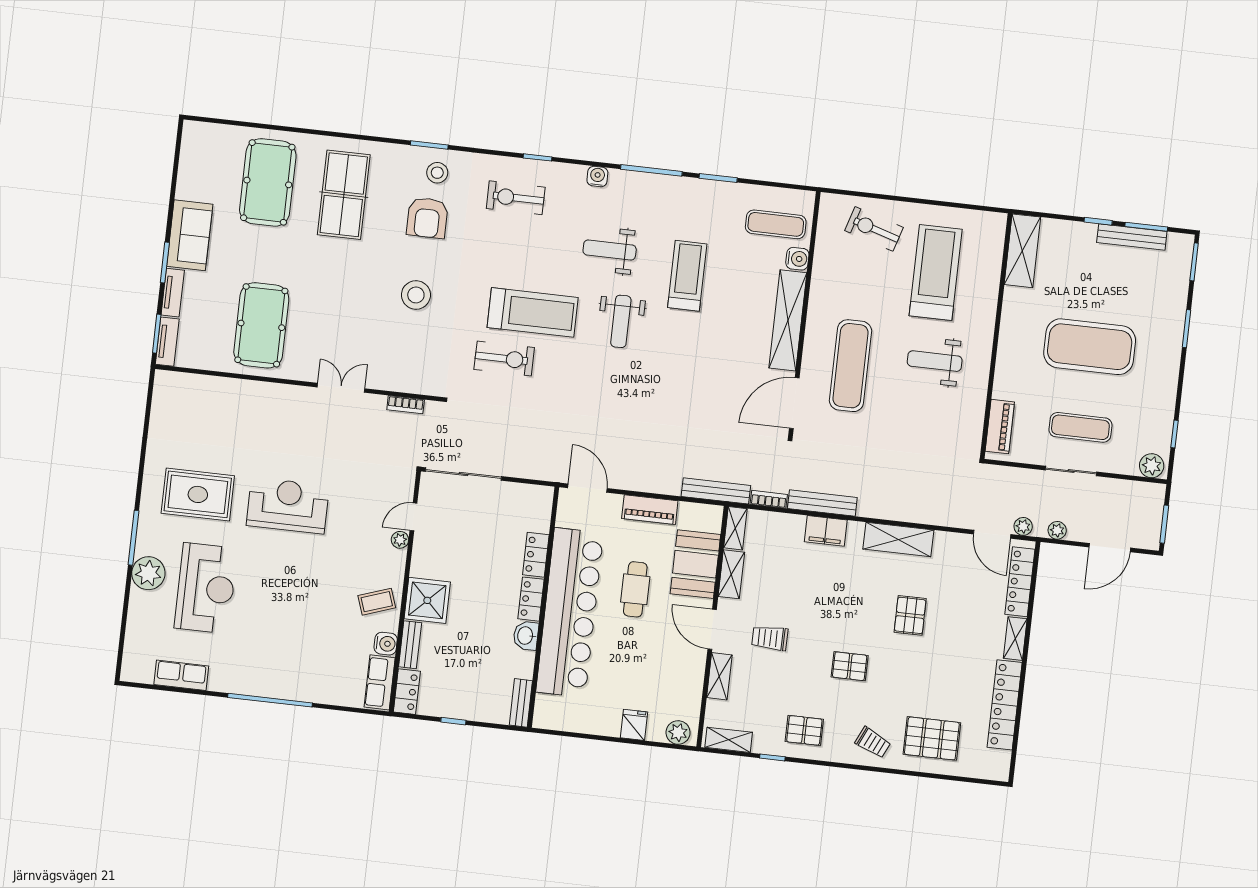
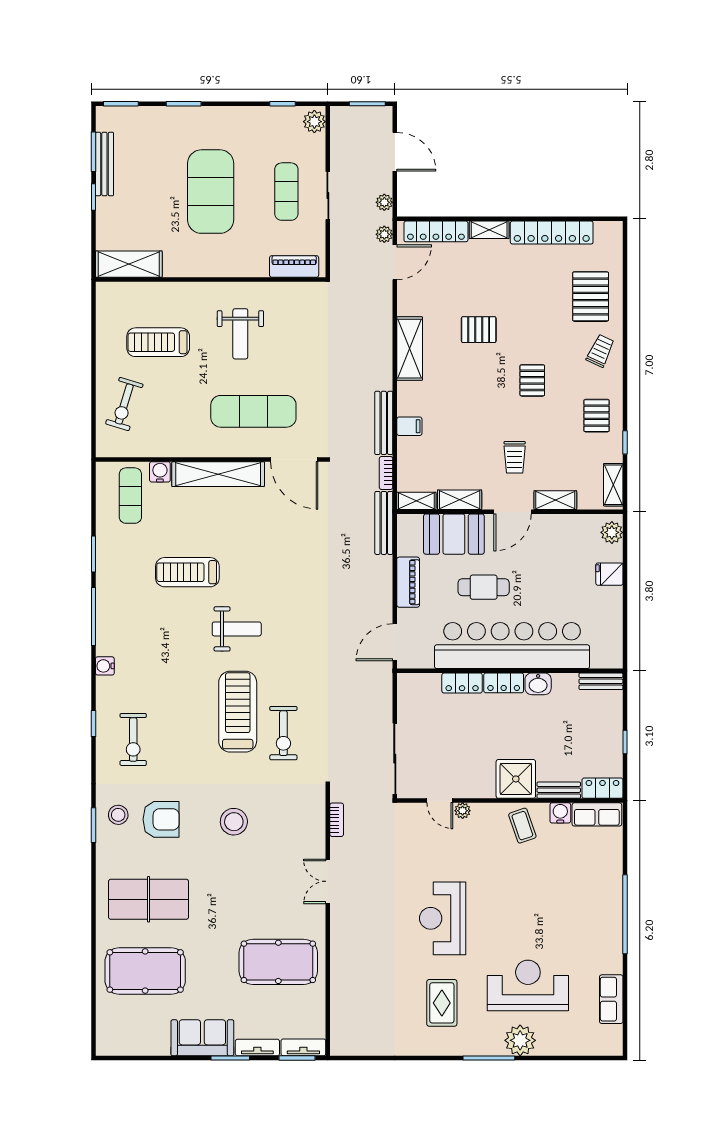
weight bench: (610, 250) -> (172, 647), removed
treadmill: (936, 273) -> (158, 342), width x0.73, depth x0.73
exercise bike: (504, 358) -> (283, 733), turned 180
rug: (198, 494) -> (442, 1003), width x0.73, depth x0.70
filing cabinet: (826, 531) -> (409, 426), width x0.50

